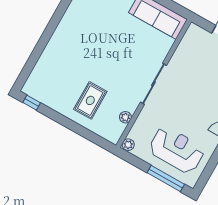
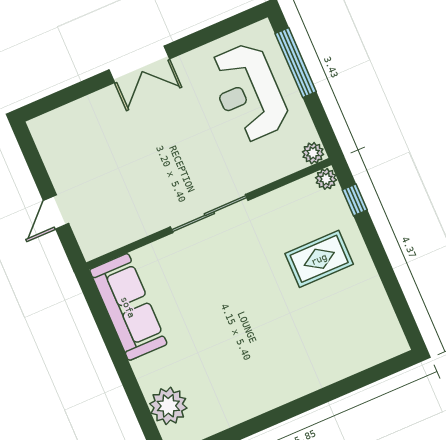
window: (32, 103) -> (355, 200), moved
plant: (125, 117) -> (326, 179), moved

